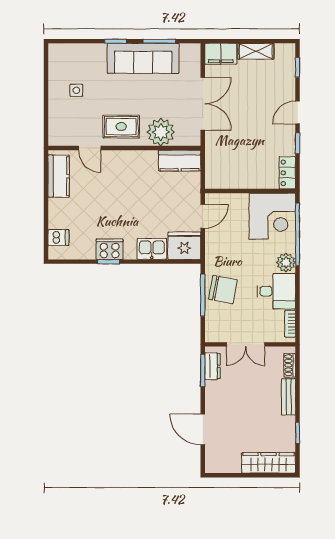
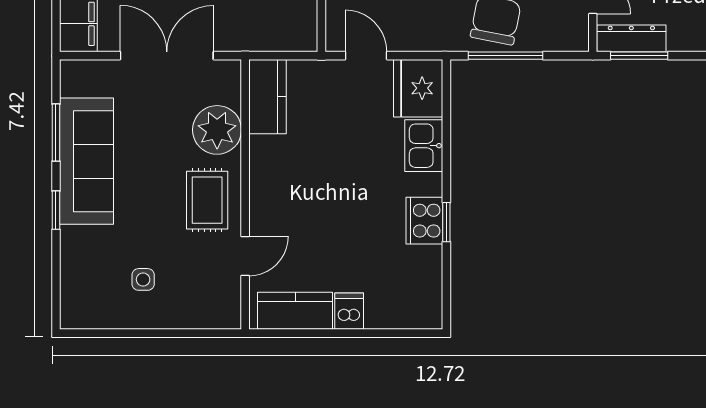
dishwasher: (58, 238) -> (349, 311), moved
dresser: (212, 366) -> (631, 38), width x1.44

